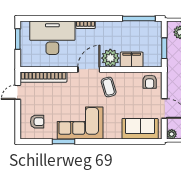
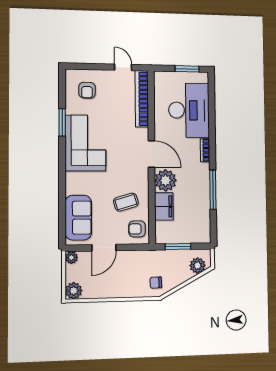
window: (139, 19) -> (213, 190), moved
coffee table: (109, 87) -> (126, 202), moved

